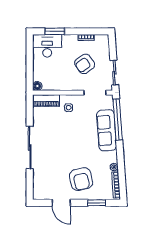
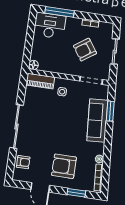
window: (55, 31) -> (60, 12), width x1.44
sliding door: (114, 73) -> (115, 52), moved
window: (118, 119) -> (110, 111), width x0.47
armchair: (81, 179) -> (64, 166), turned 102
armchair: (41, 181) -> (23, 162), added

